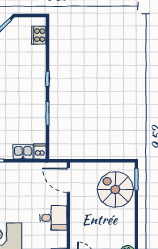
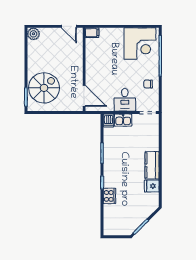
cooker: (39, 35) -> (109, 196), moved
spiral stairs: (115, 189) -> (44, 88), turned -90
desk: (53, 218) -> (125, 100), moved, turned -90

